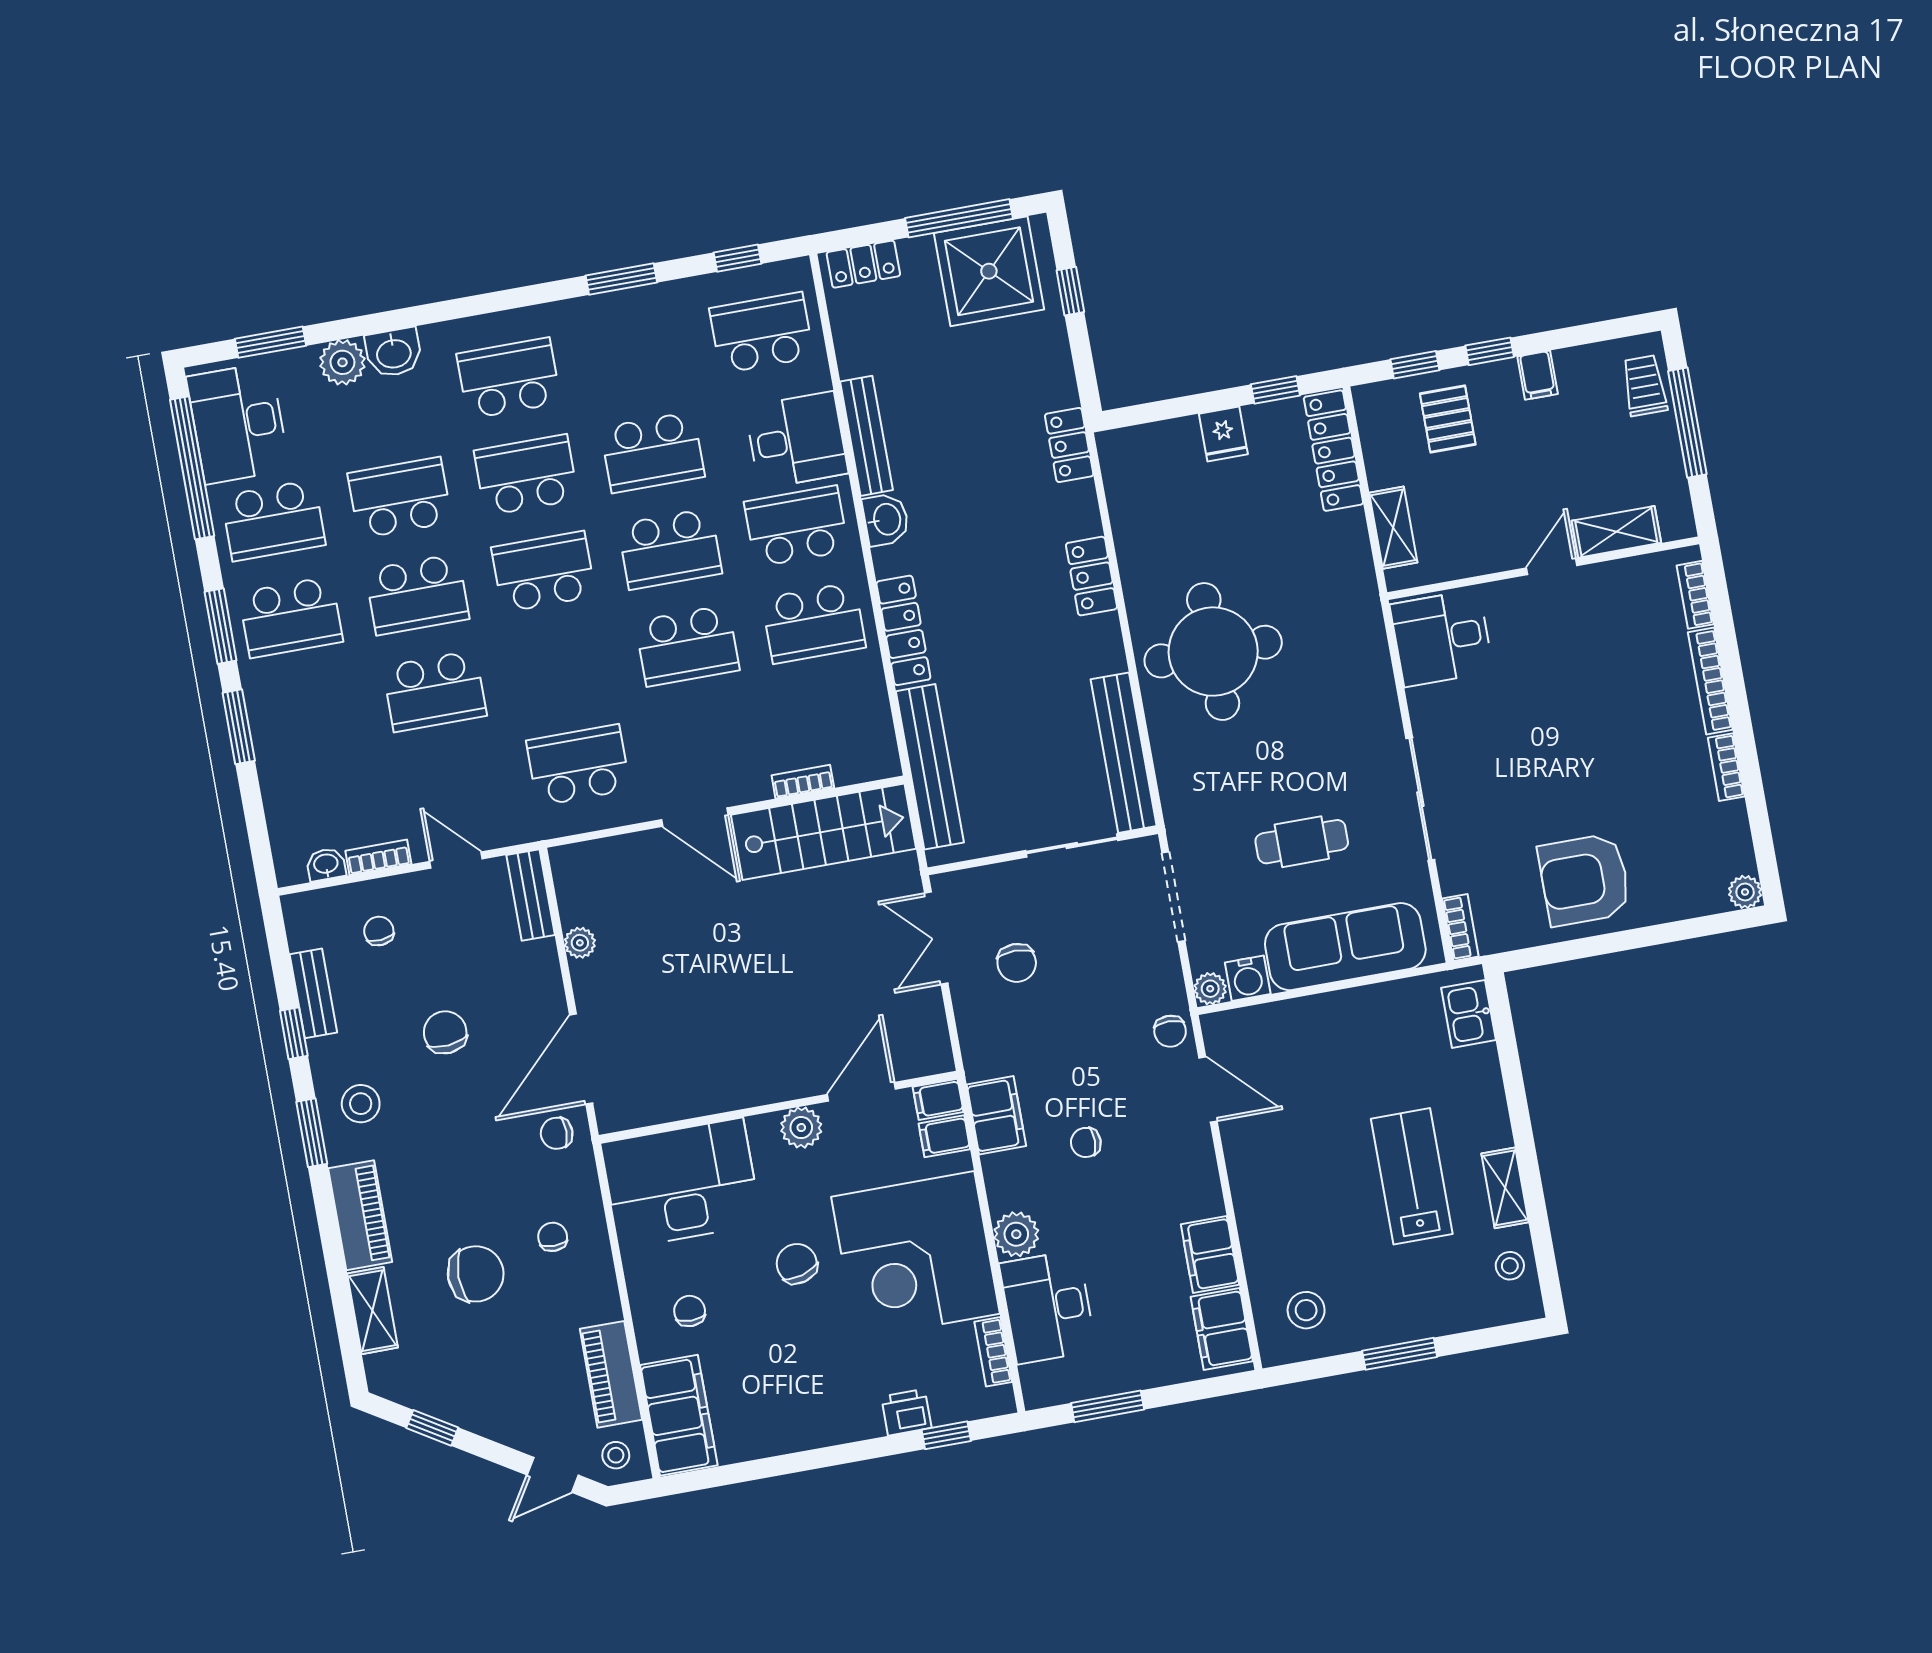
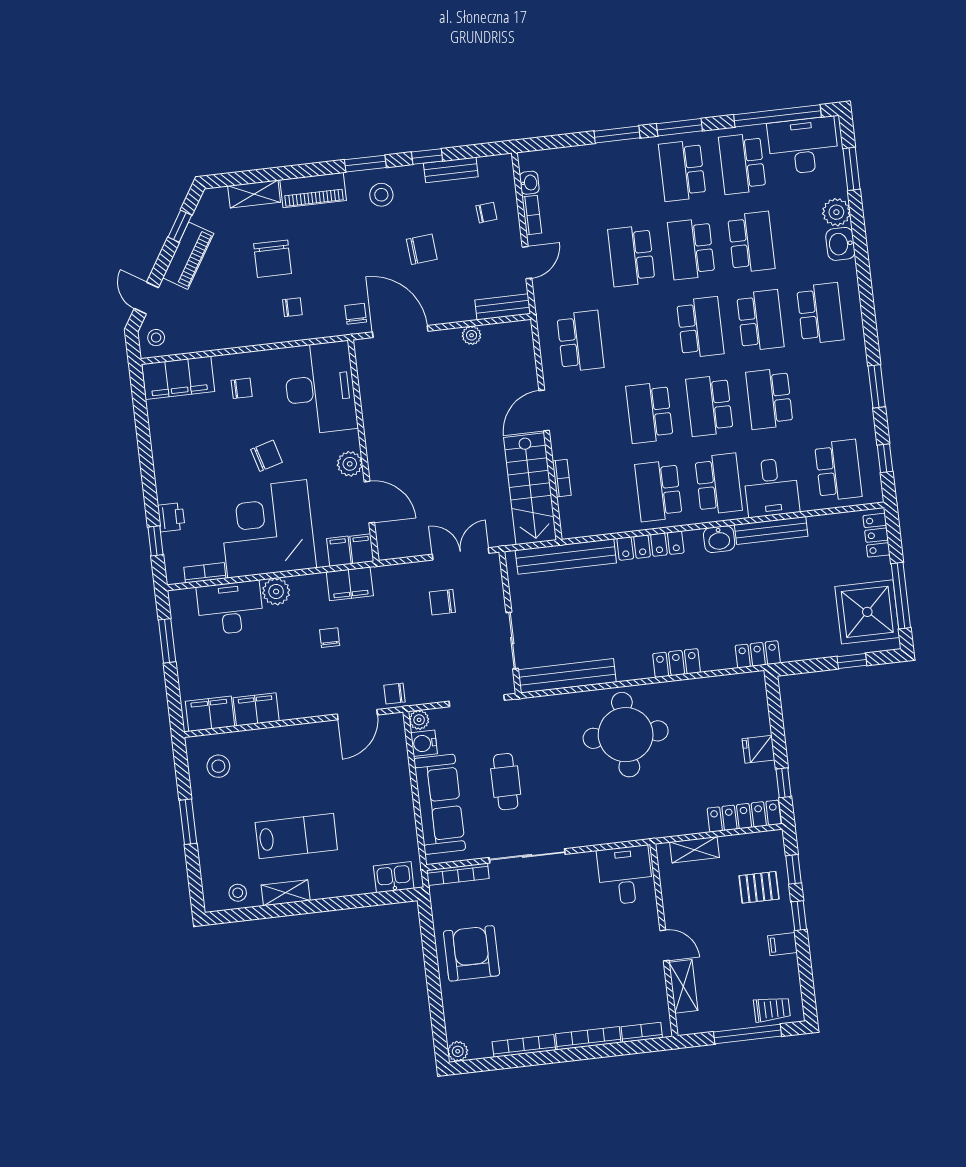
bookcase: (1726, 767) -> (524, 1046), width x1.56
bookcase: (1460, 927) -> (458, 874), width x1.56
piano: (611, 1374) -> (188, 256), moved, turned 122

